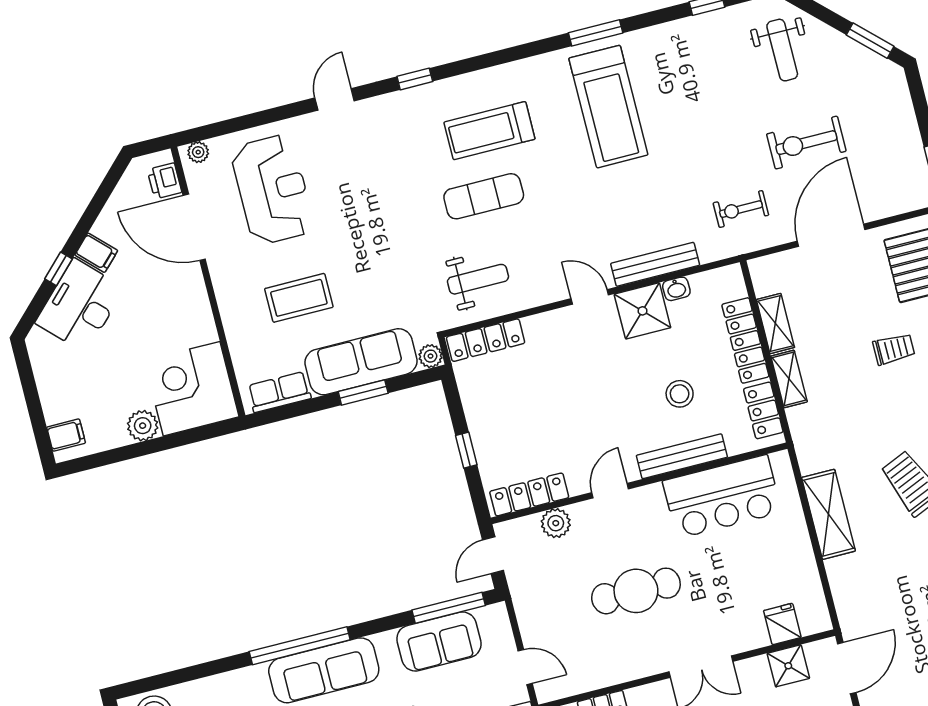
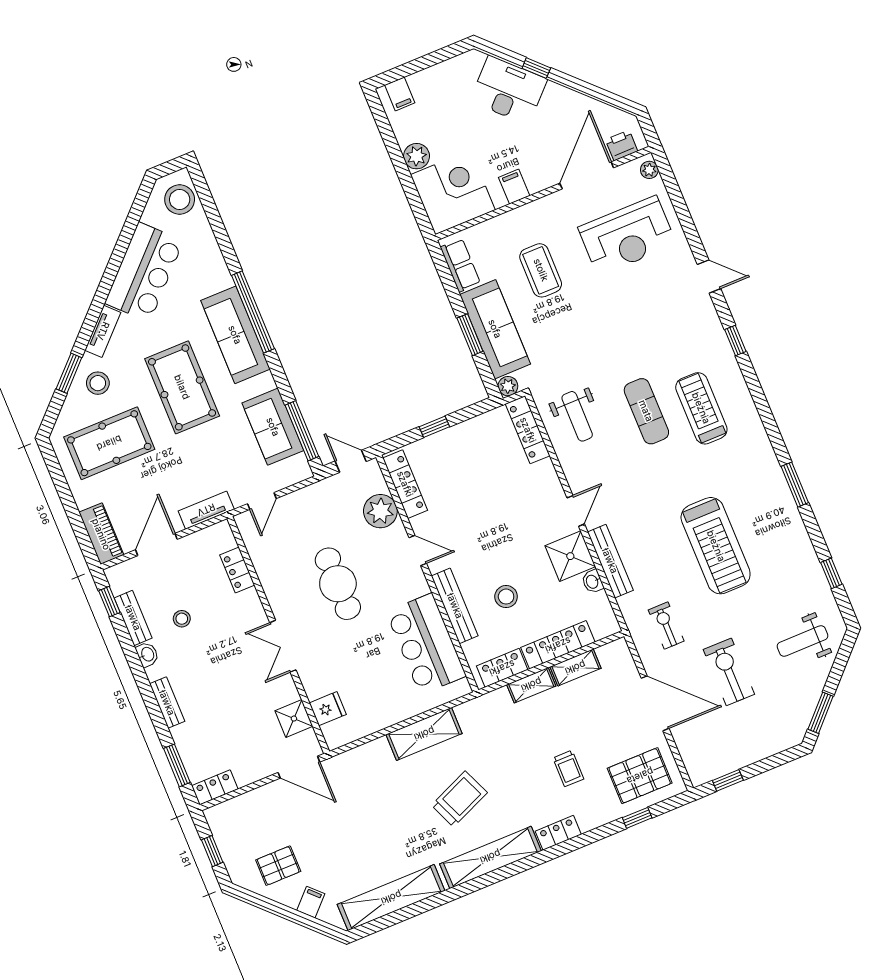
treadmill: (608, 107) -> (716, 546), moved, turned -90
filing cabinet: (96, 253) -> (514, 187), moved, turned 135
plant: (556, 523) -> (380, 511), width x1.36, depth x1.36

